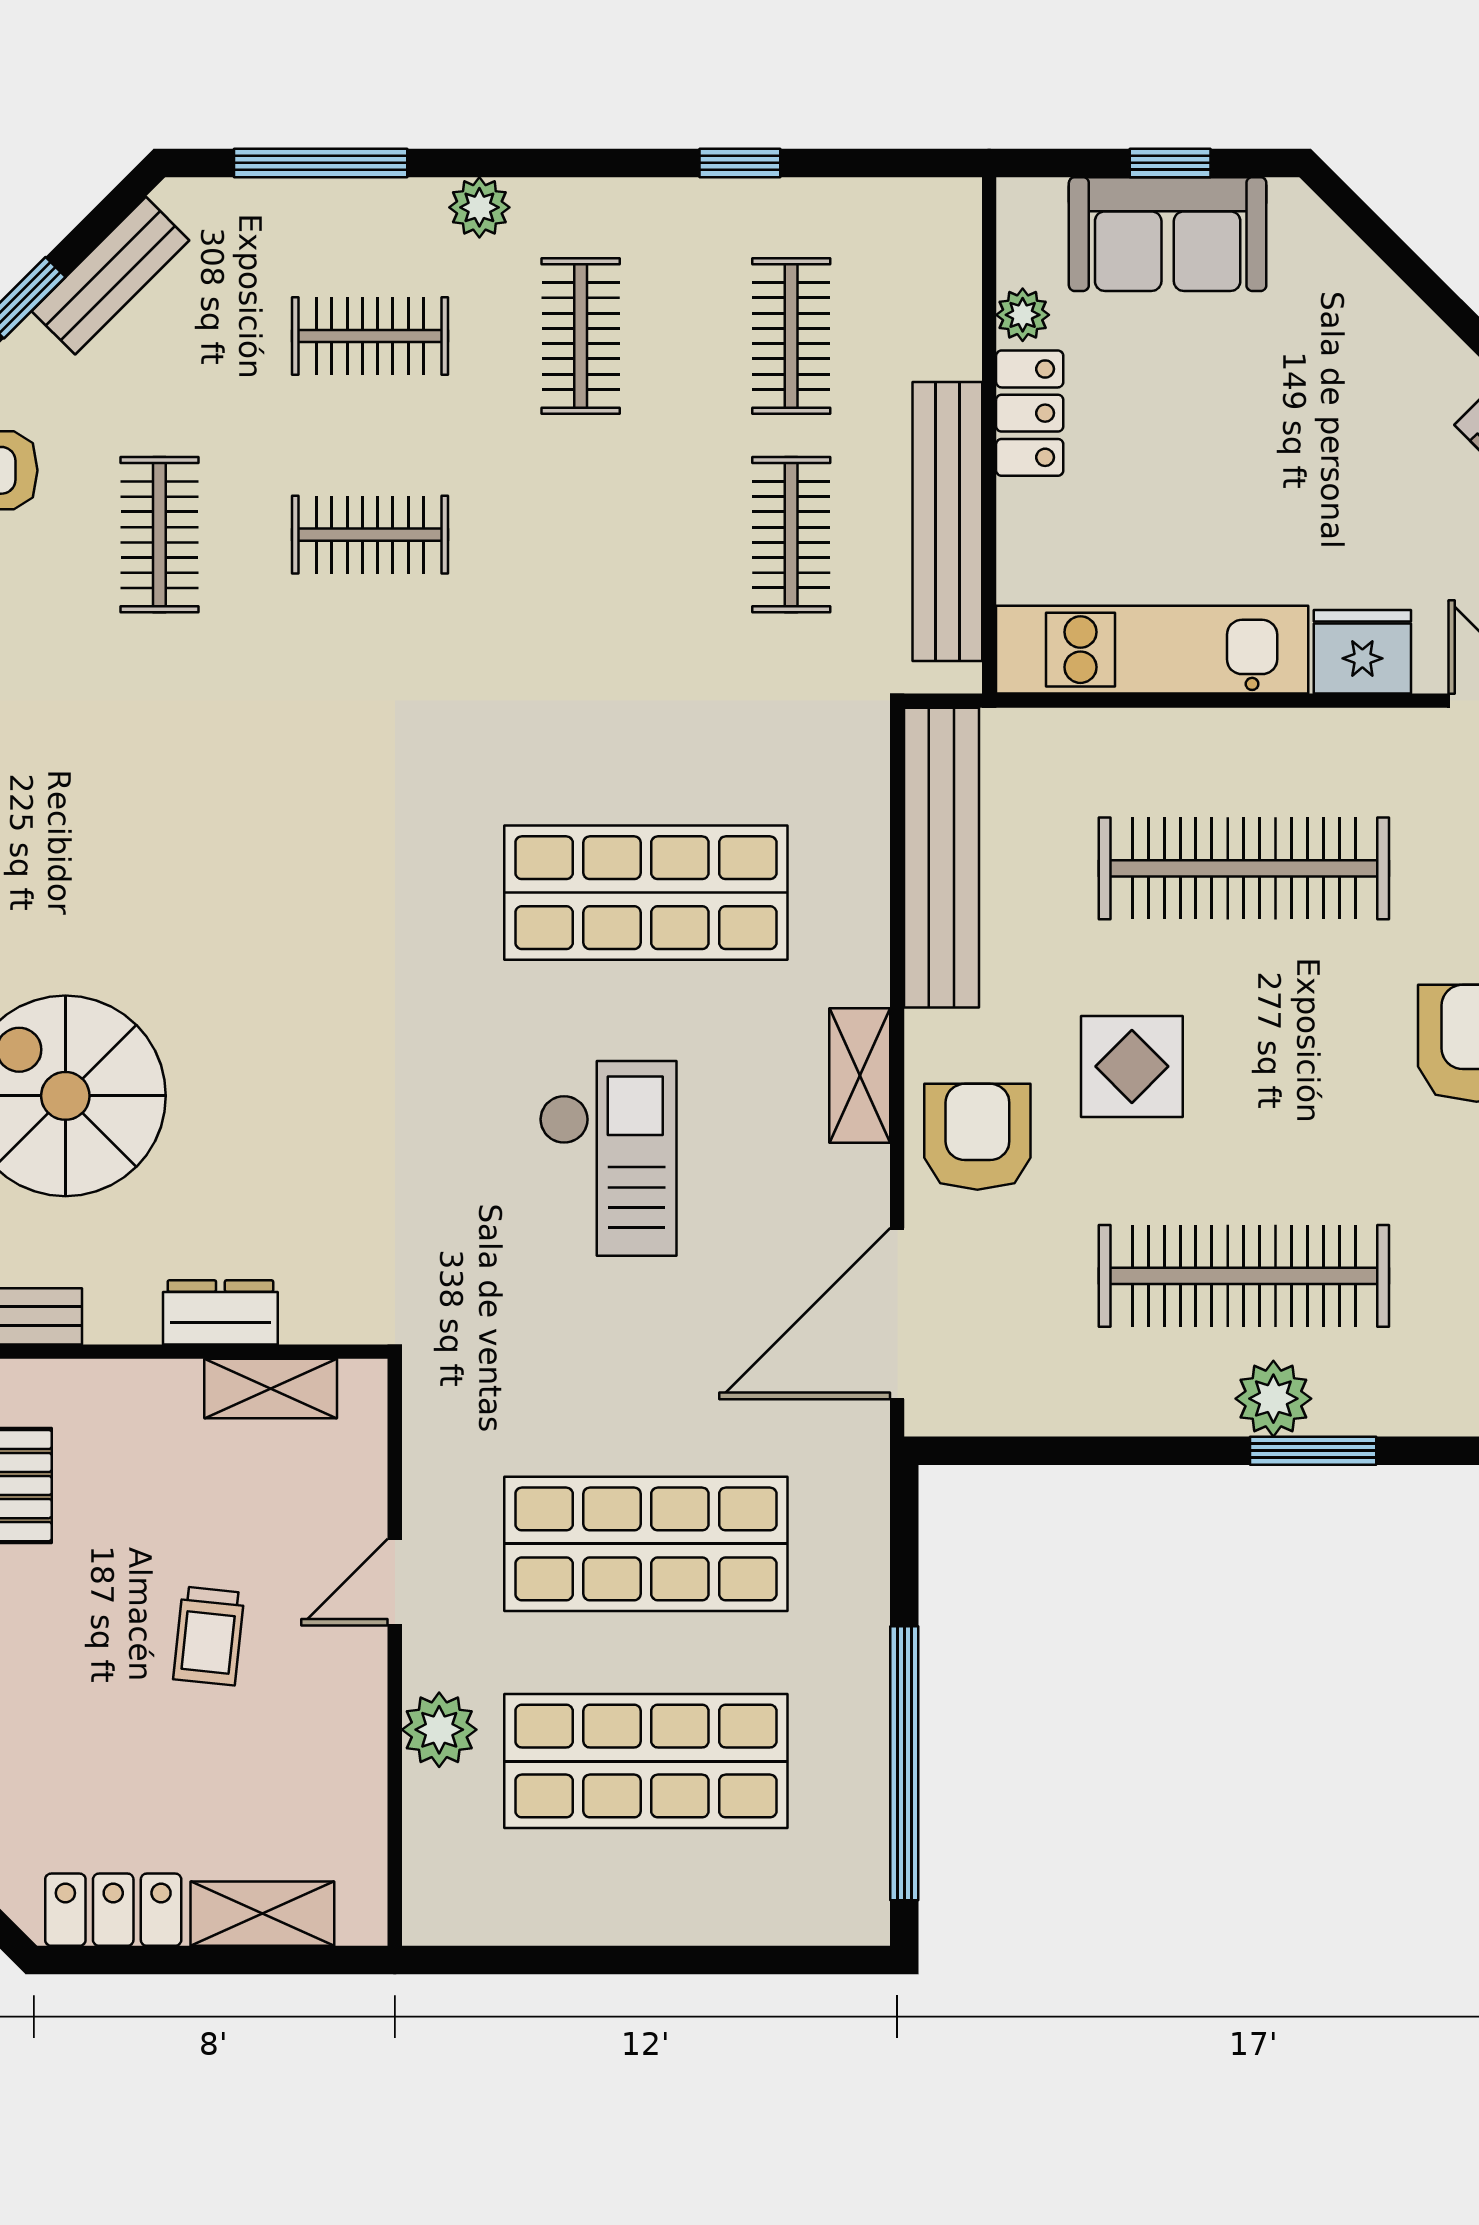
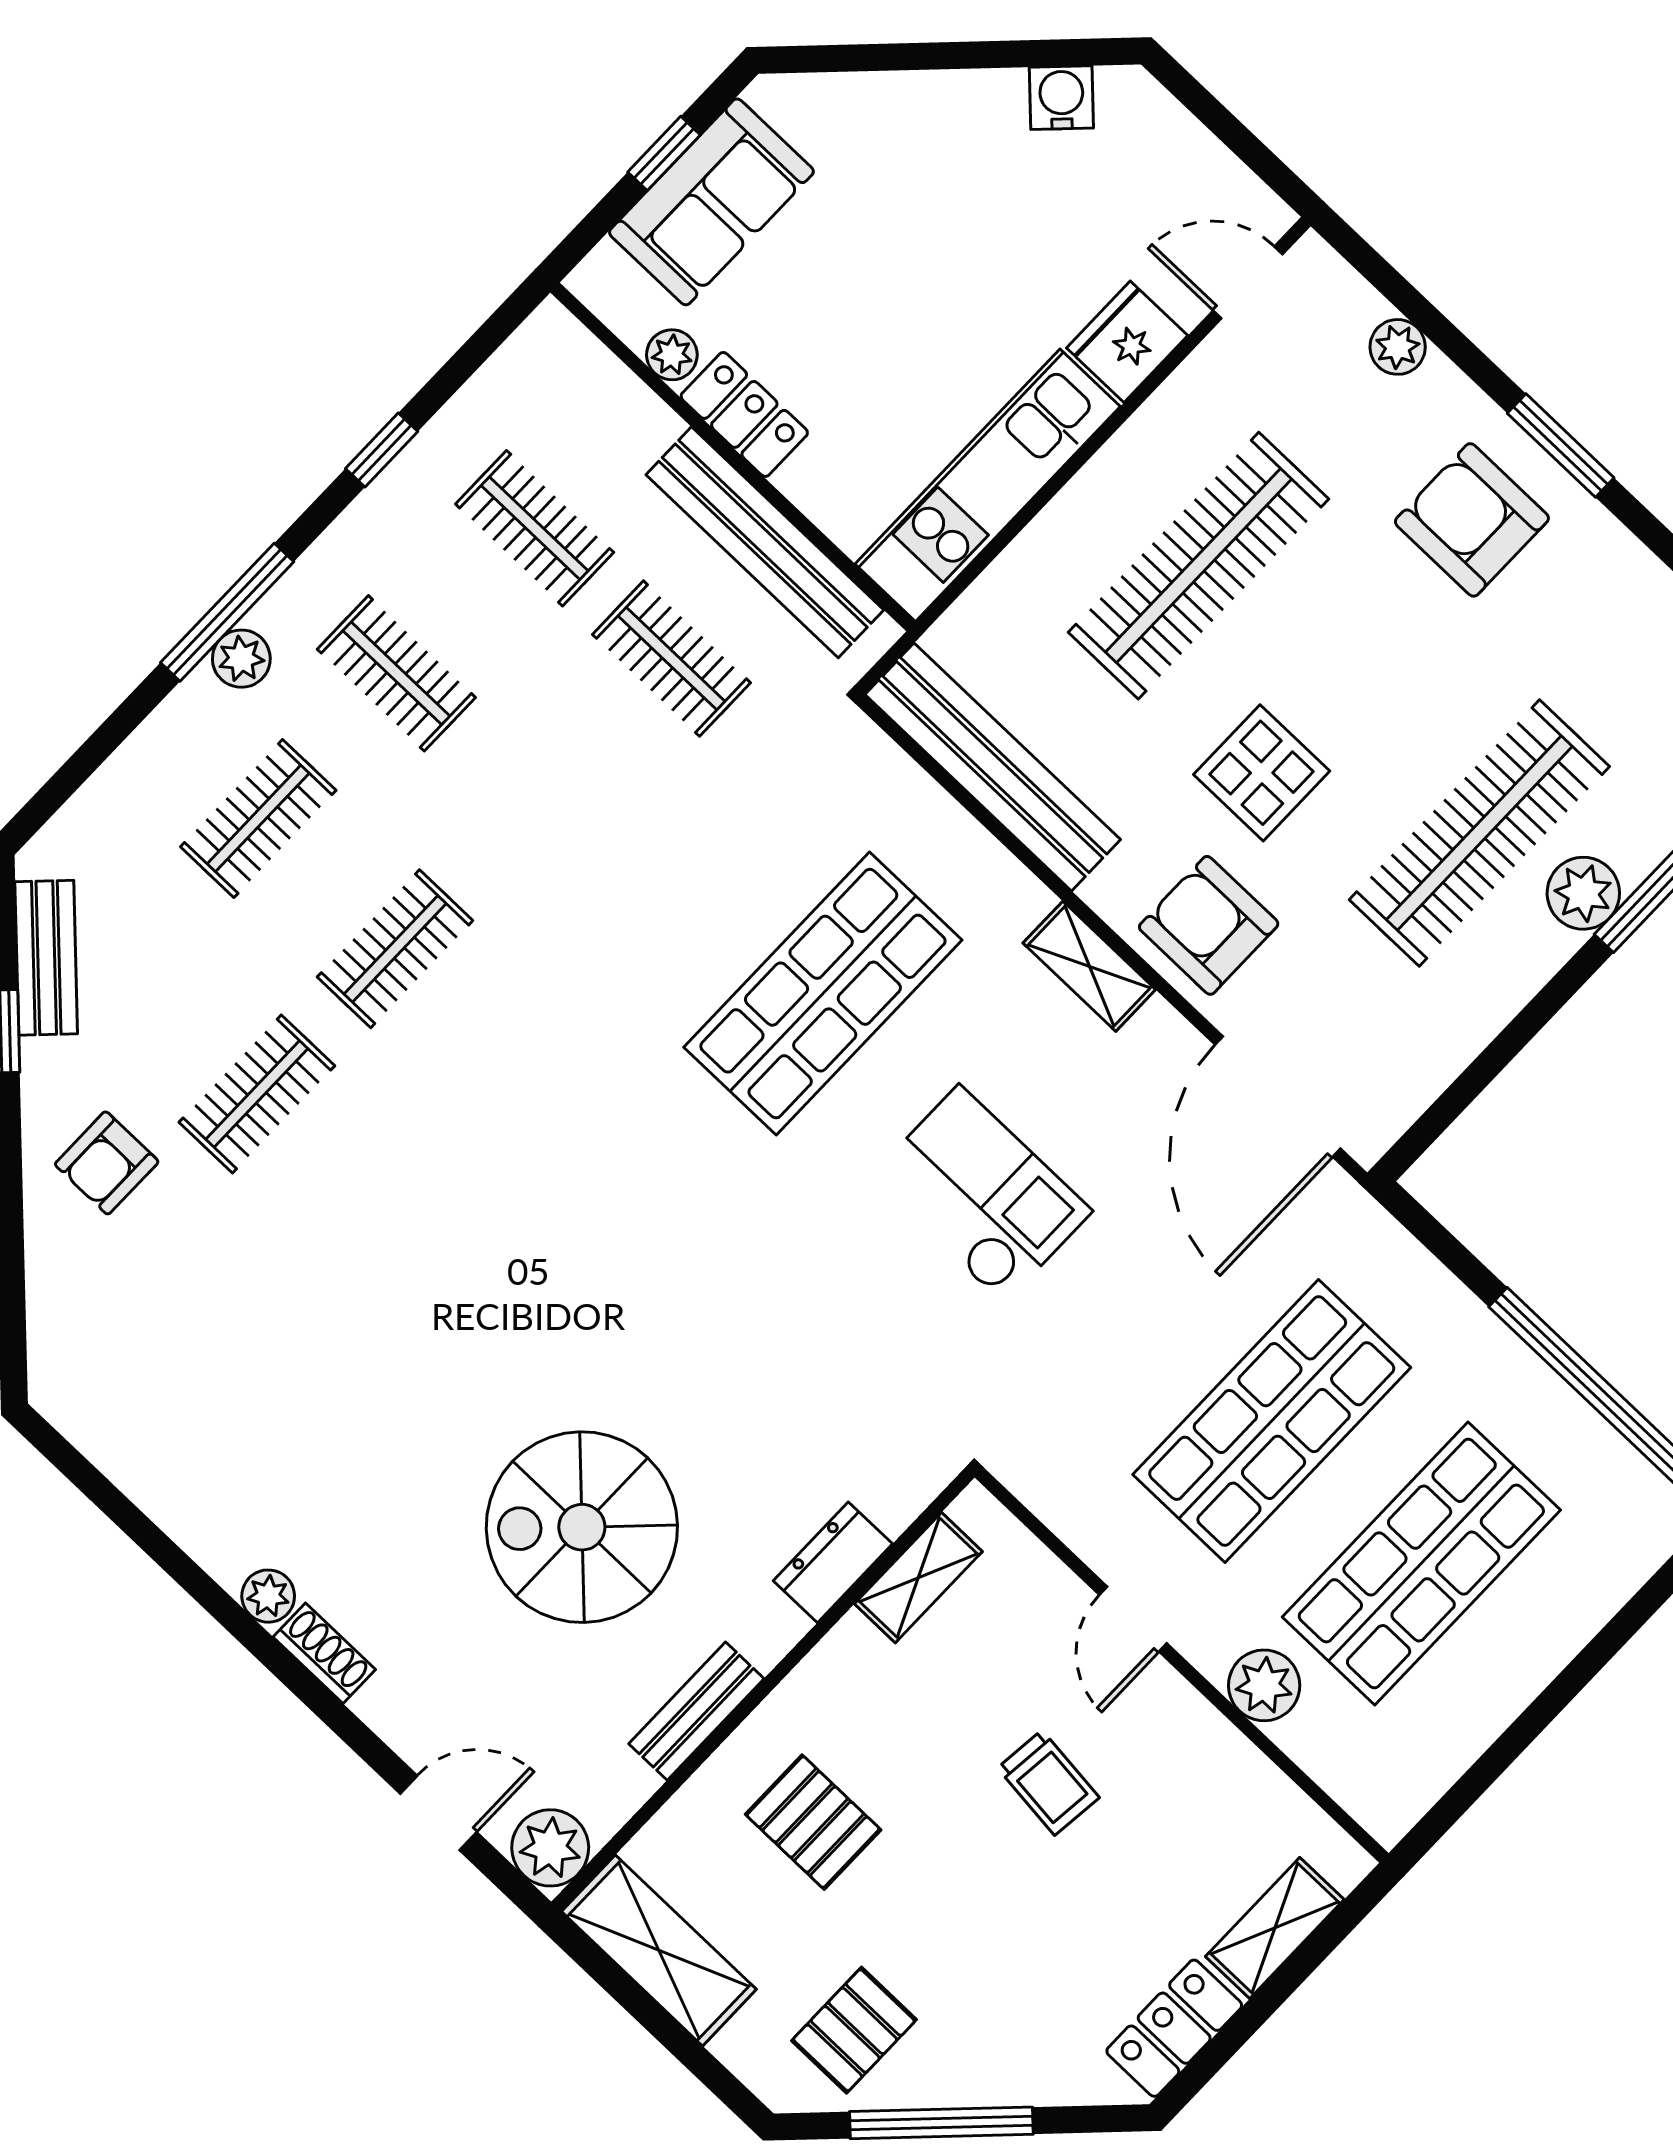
window: (321, 163) -> (227, 612), moved
clothes rail: (159, 535) -> (257, 1094), turned 90

